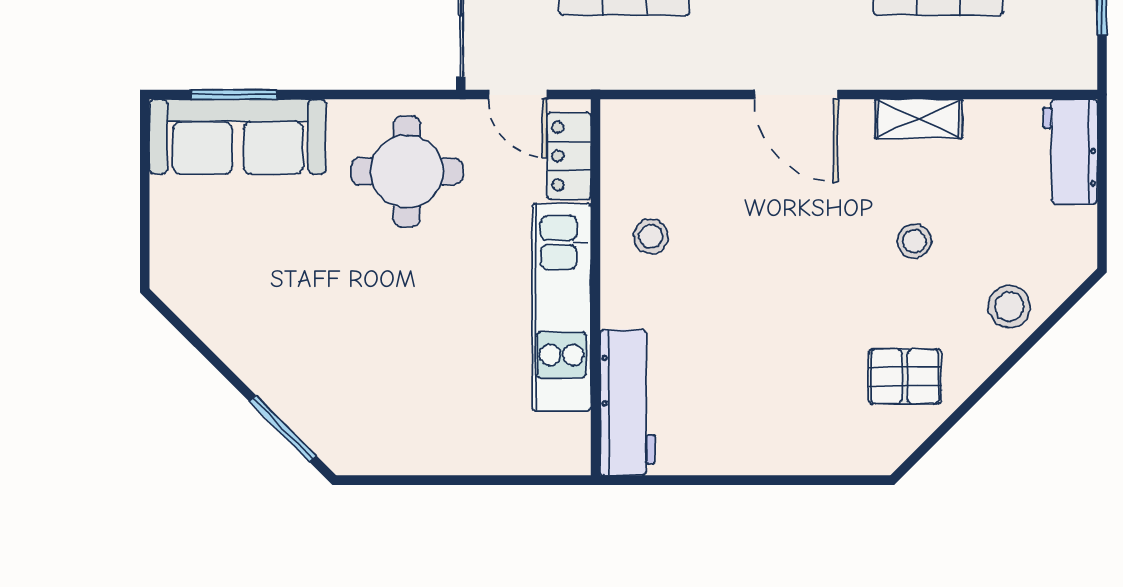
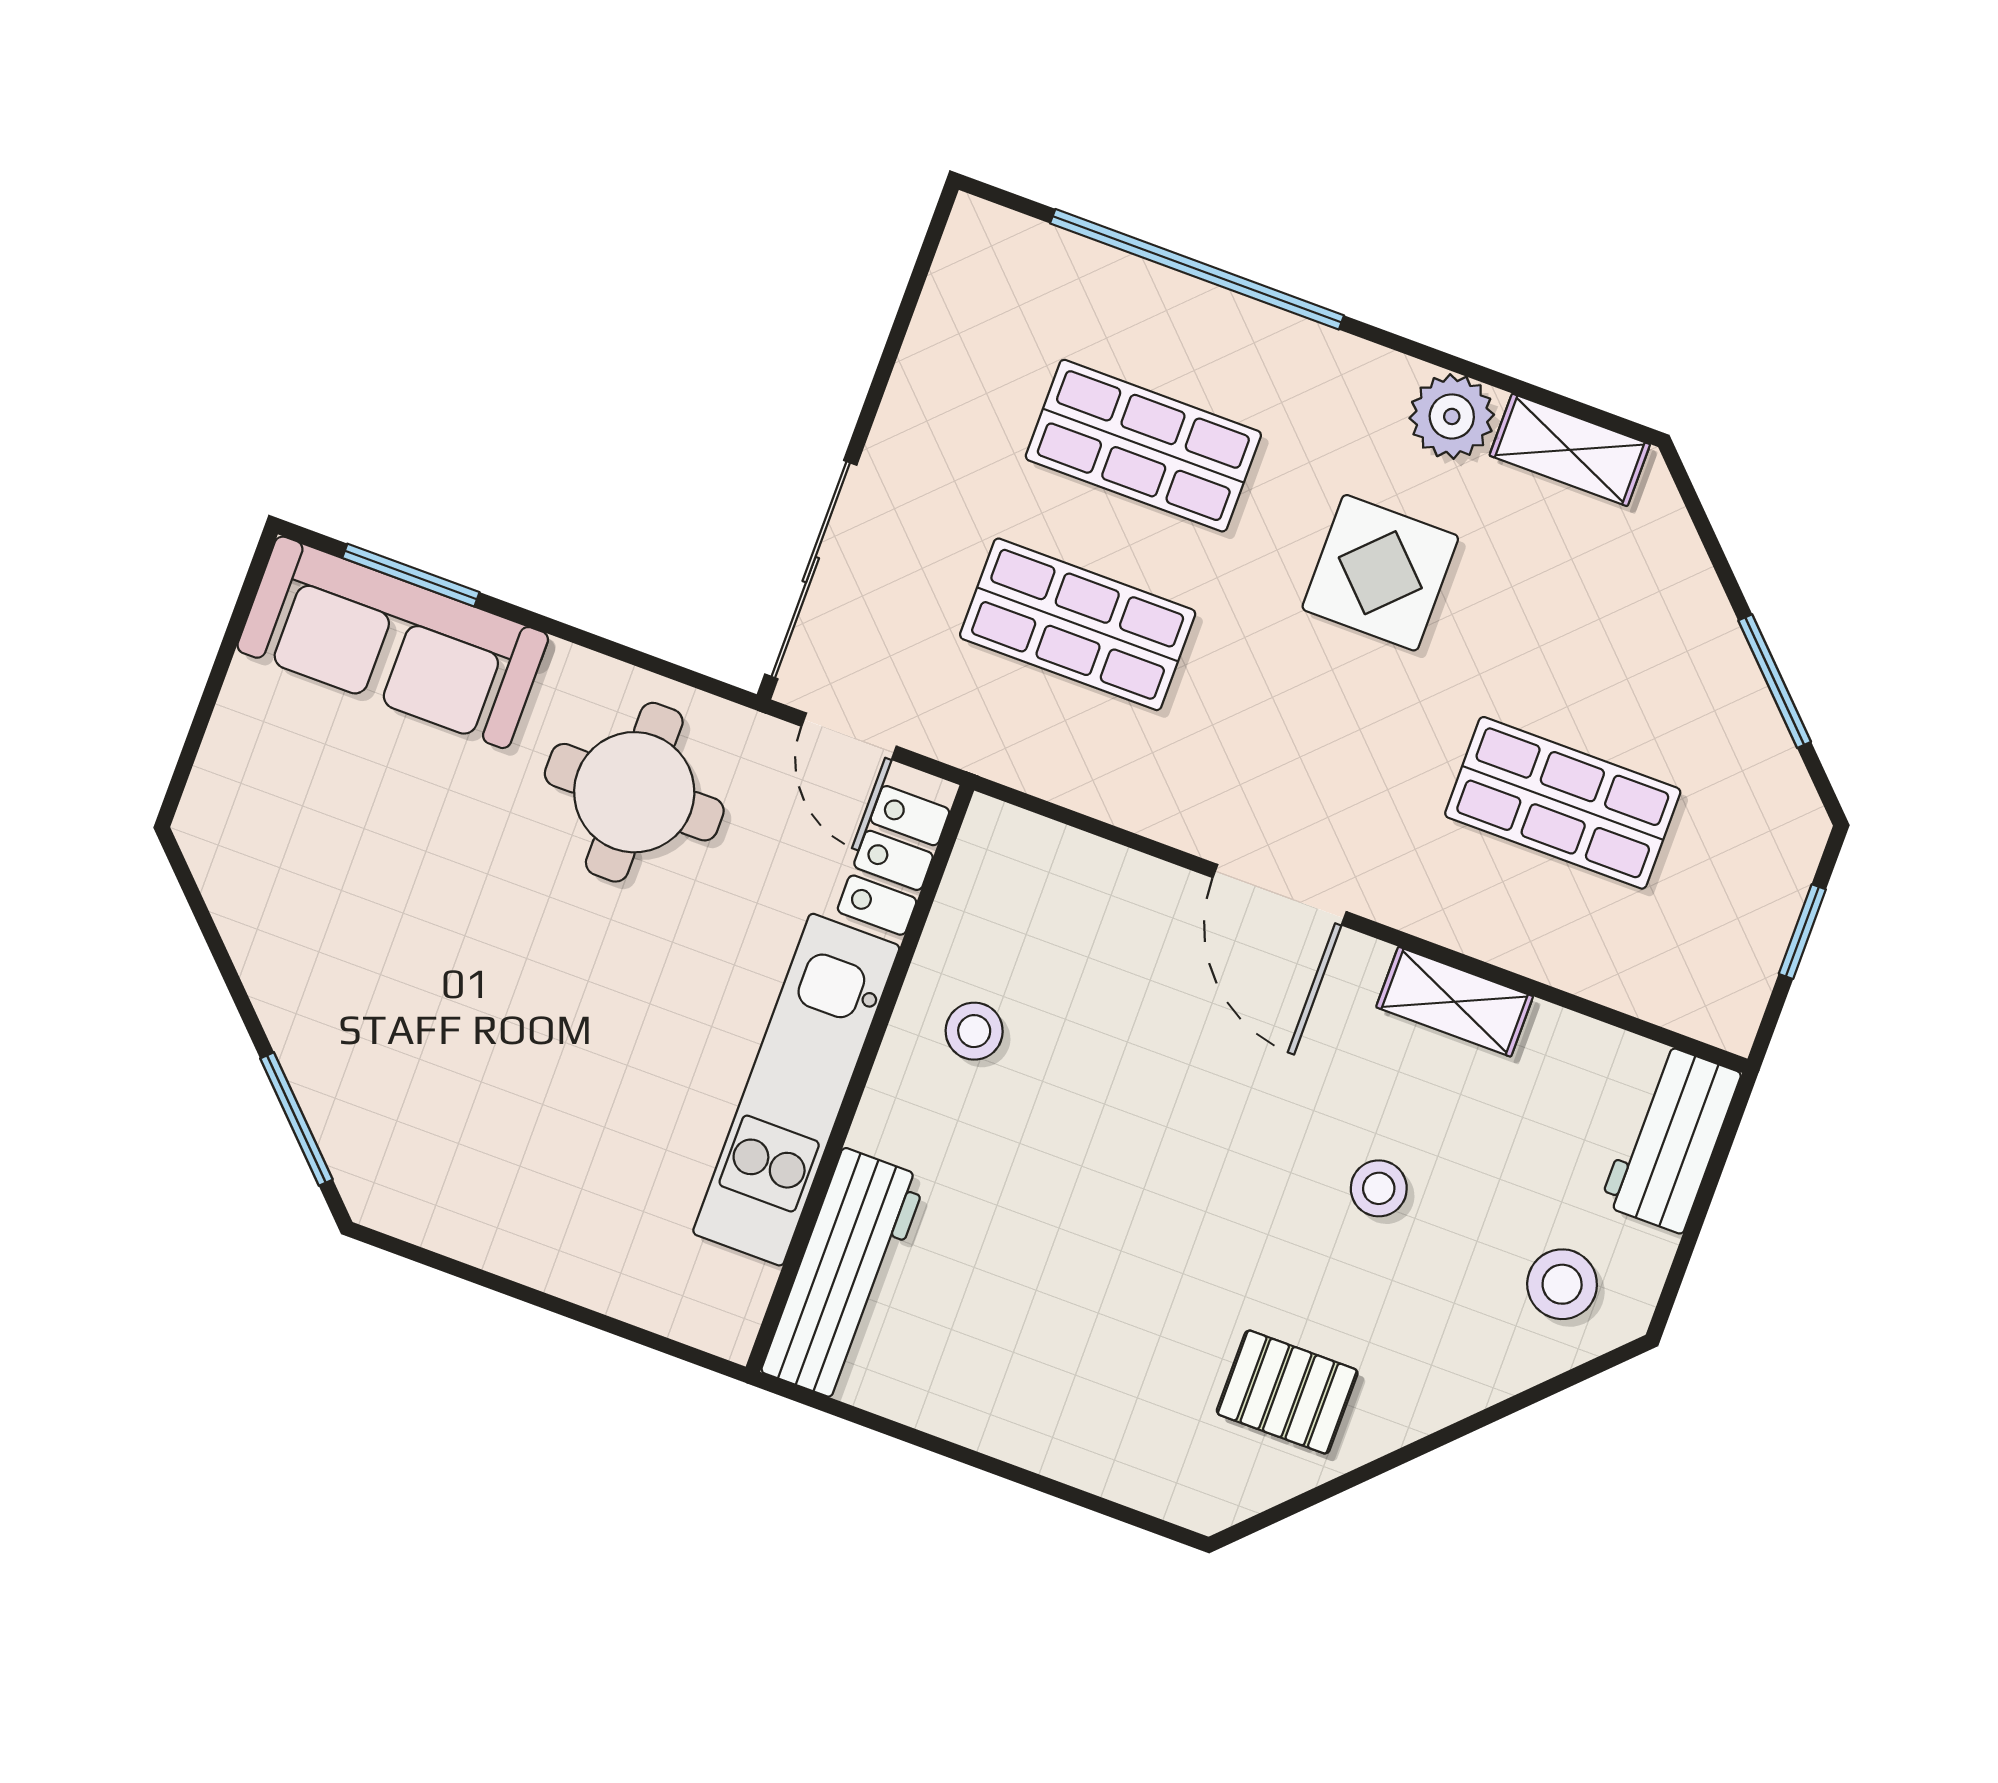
stool: (1009, 307) -> (1562, 1284), moved

